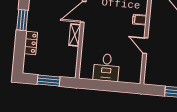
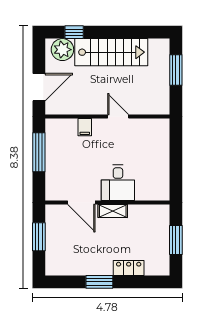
door: (145, 46) -> (118, 116), swing flipped
desk: (106, 67) -> (118, 183), moved, turned 90

